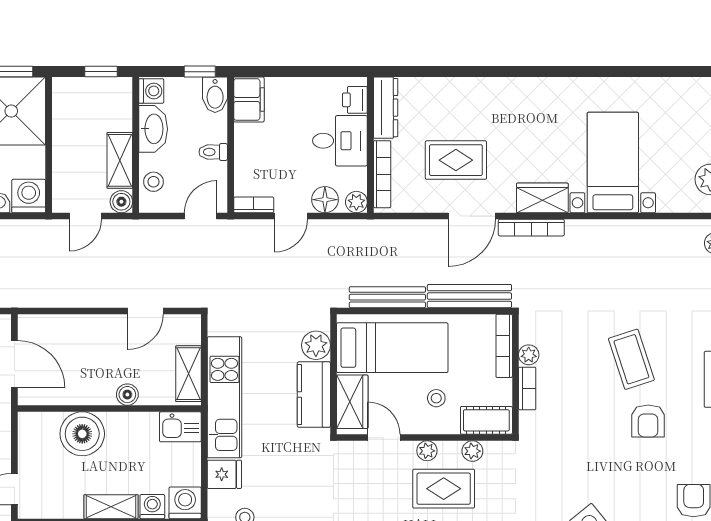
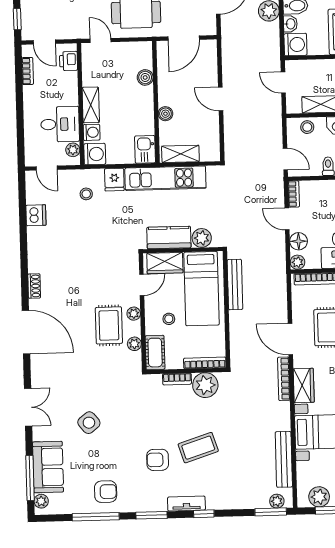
boiler: (121, 202) -> (293, 106), removed
bench: (469, 296) -> (284, 459), moved
door: (145, 311) -> (221, 99), moved
plant: (529, 355) -> (205, 385), width x1.87, depth x1.87
boiler: (82, 434) -> (145, 77), width x0.54, depth x0.54

